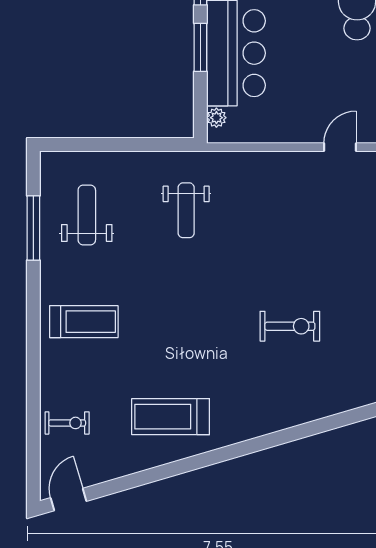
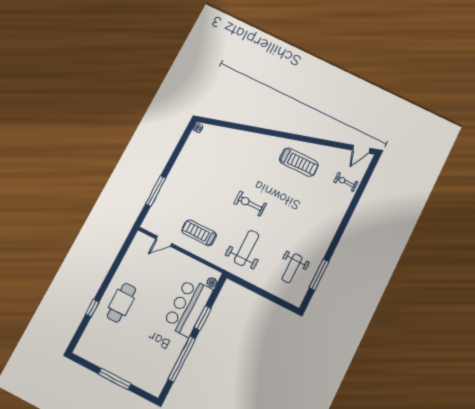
weight bench: (186, 210) -> (247, 248), width x1.36, depth x1.33
treadmill: (84, 322) -> (199, 233), moved
exercise bike: (290, 326) -> (250, 204), moved

